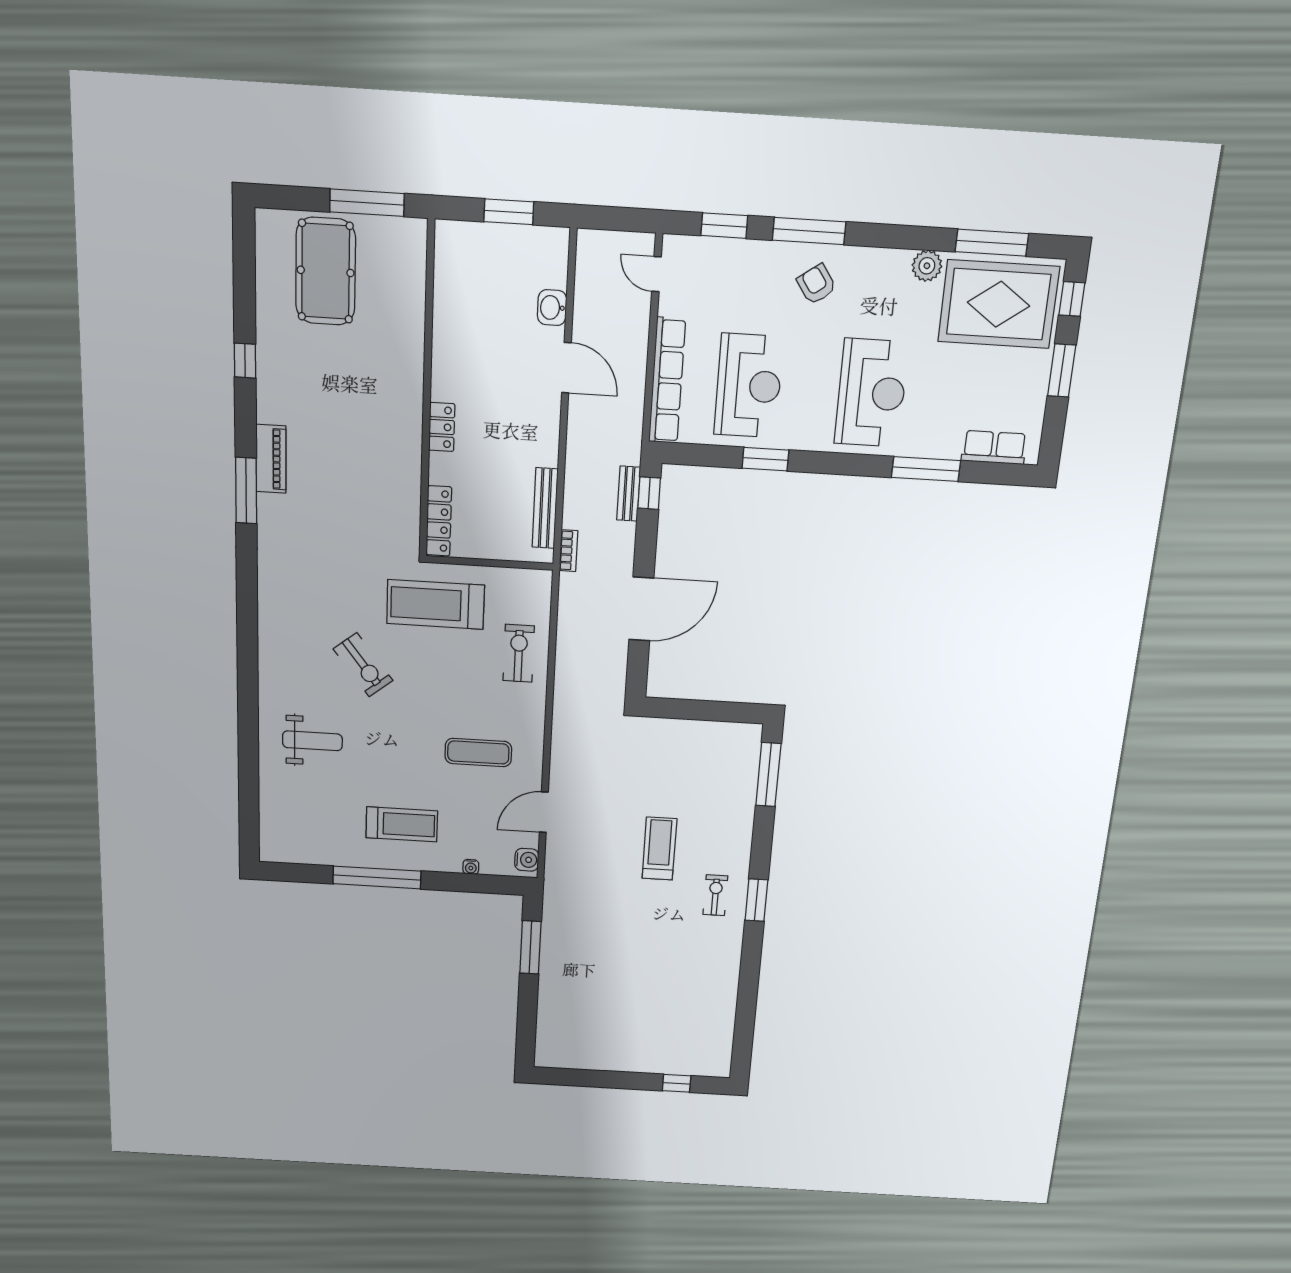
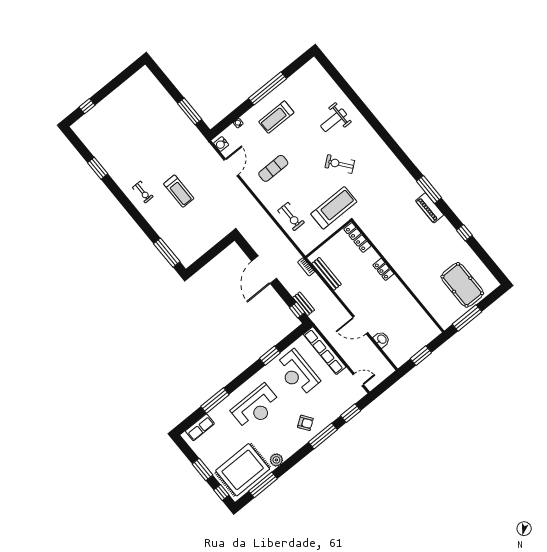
reception desk: (871, 393) -> (256, 407), turned -90
window: (756, 900) -> (98, 168), moved

